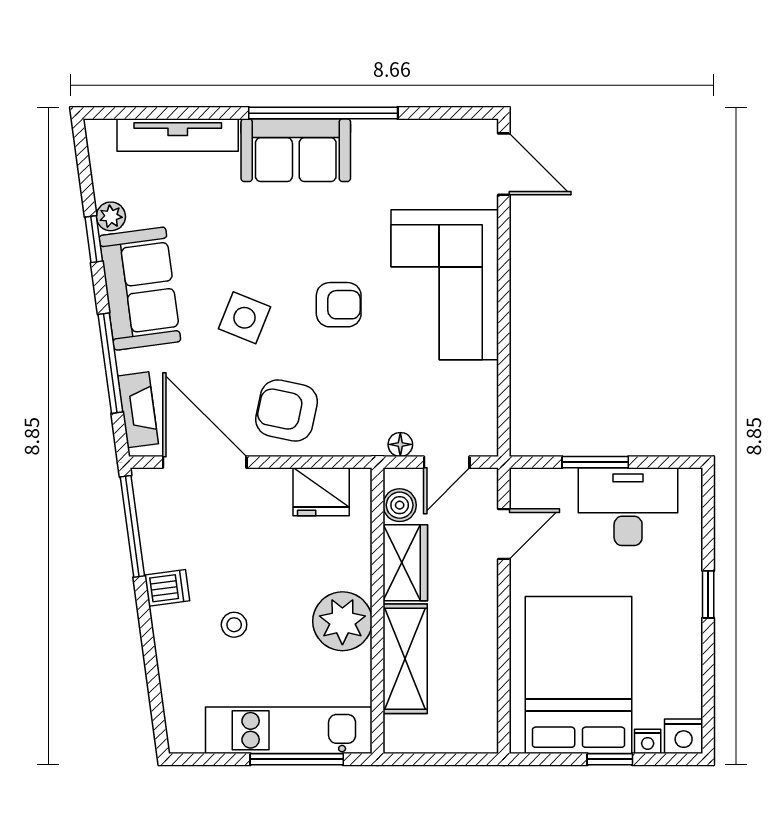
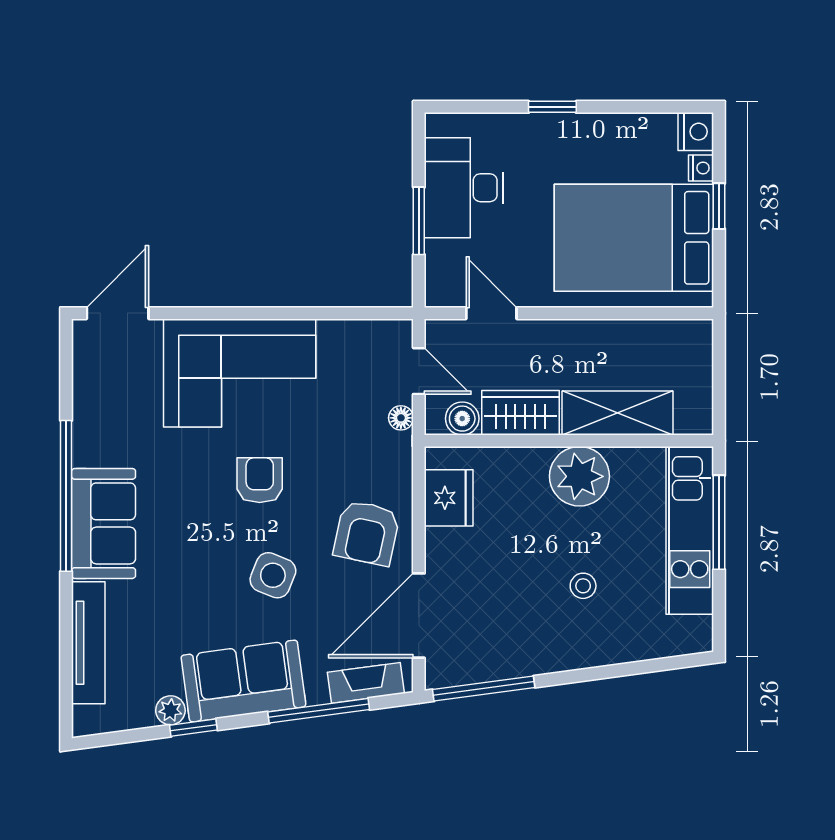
dishwasher: (167, 588) -> (546, 654), removed

